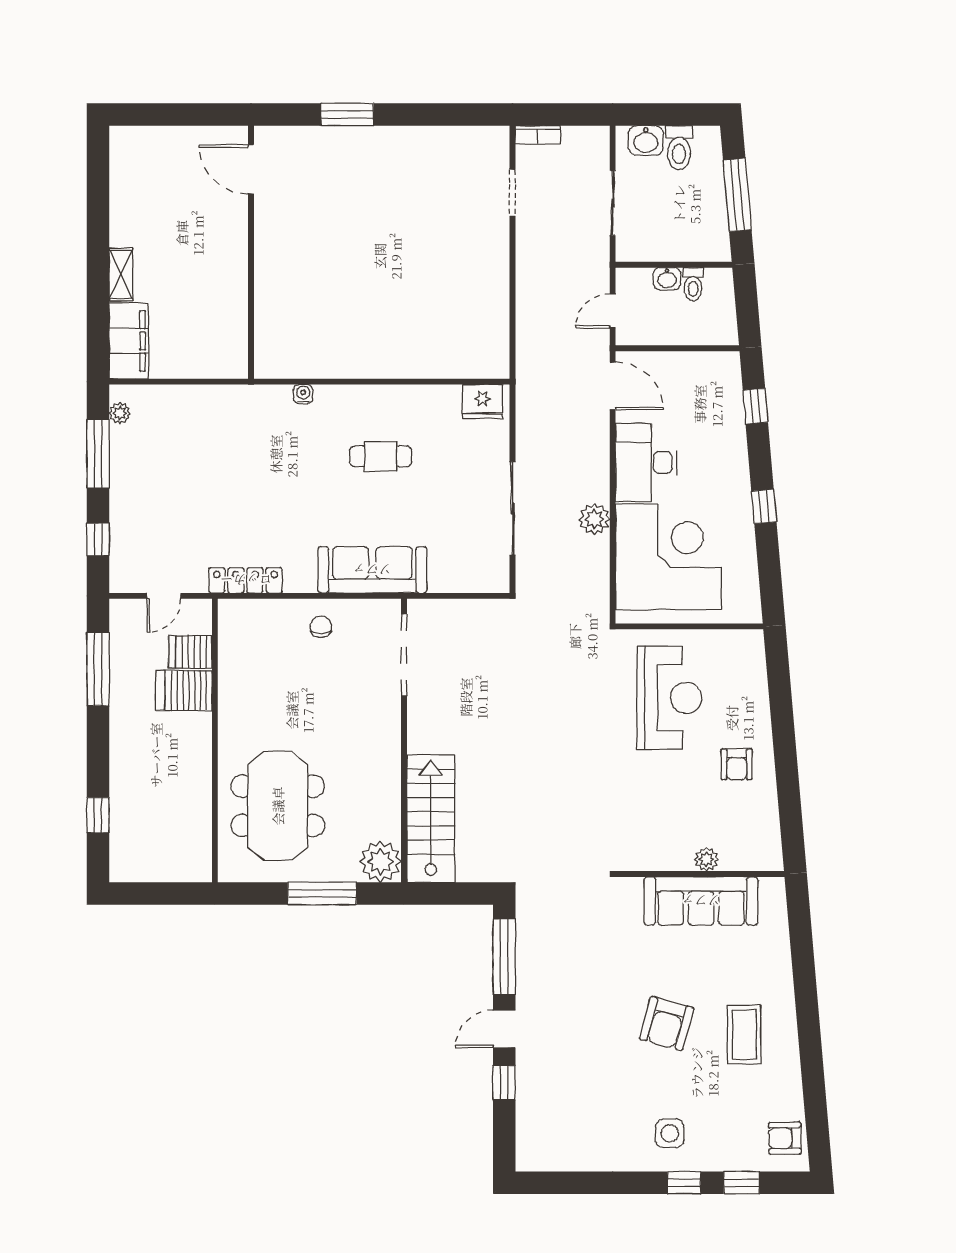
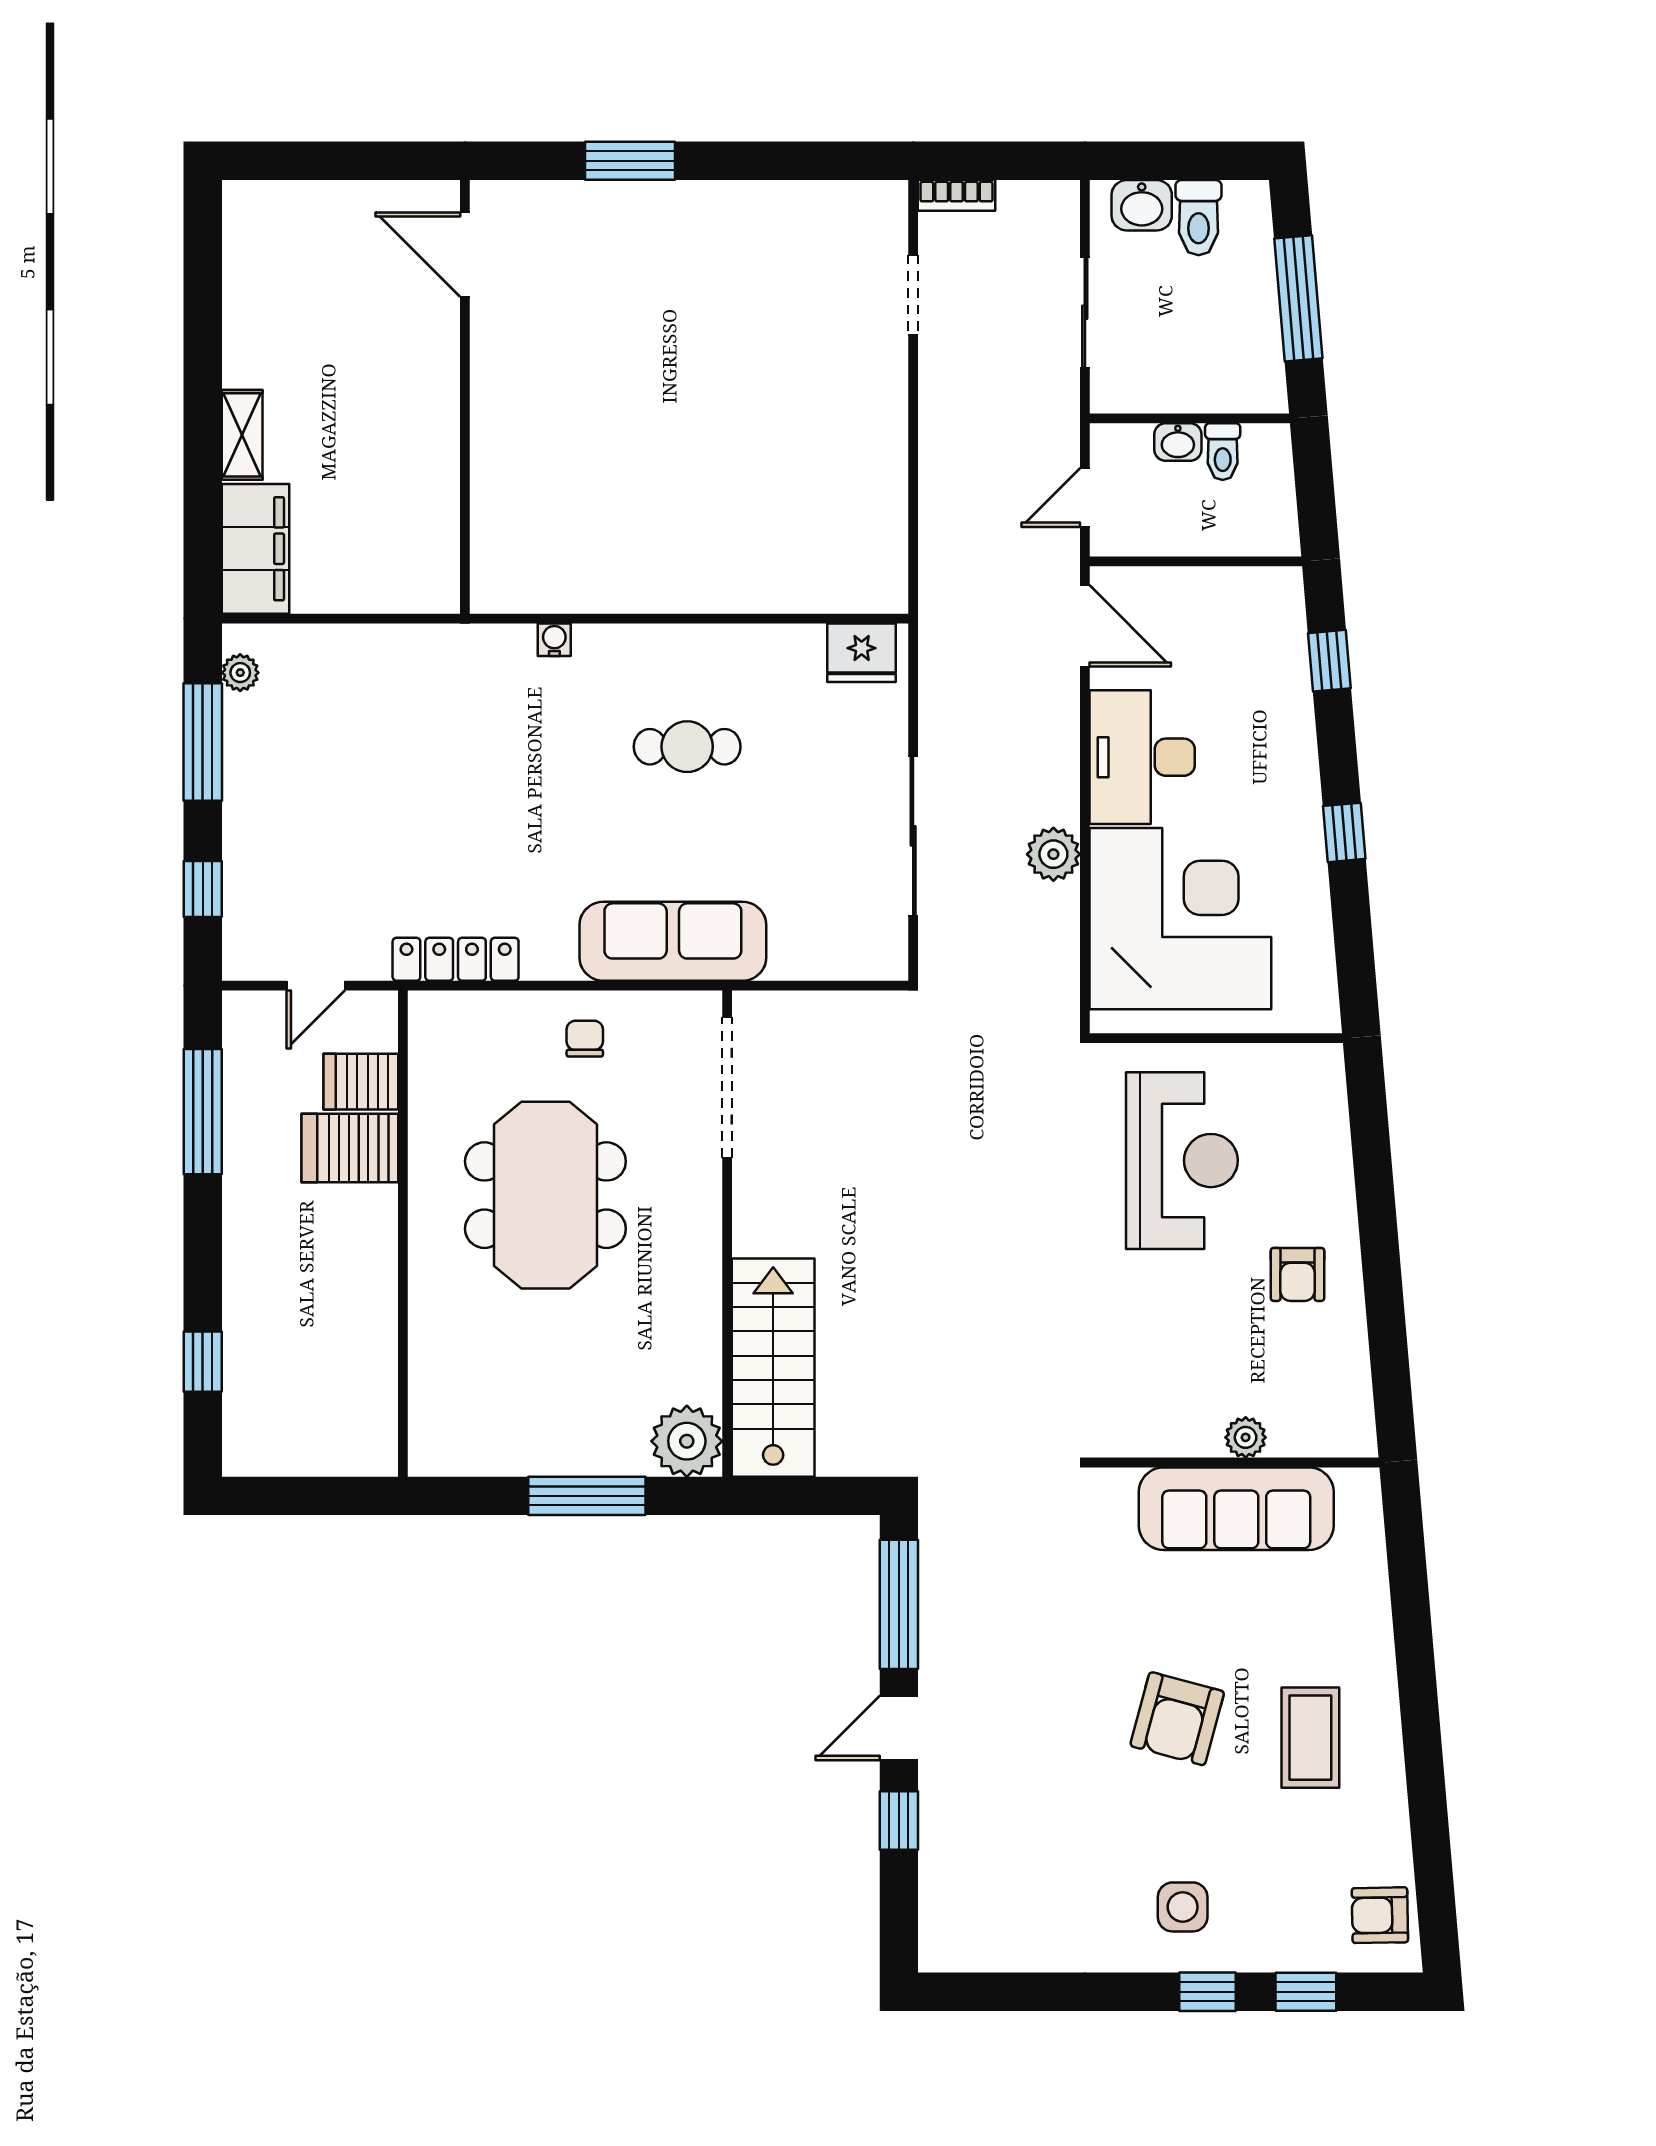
meeting table: (278, 806) -> (545, 1195), moved

